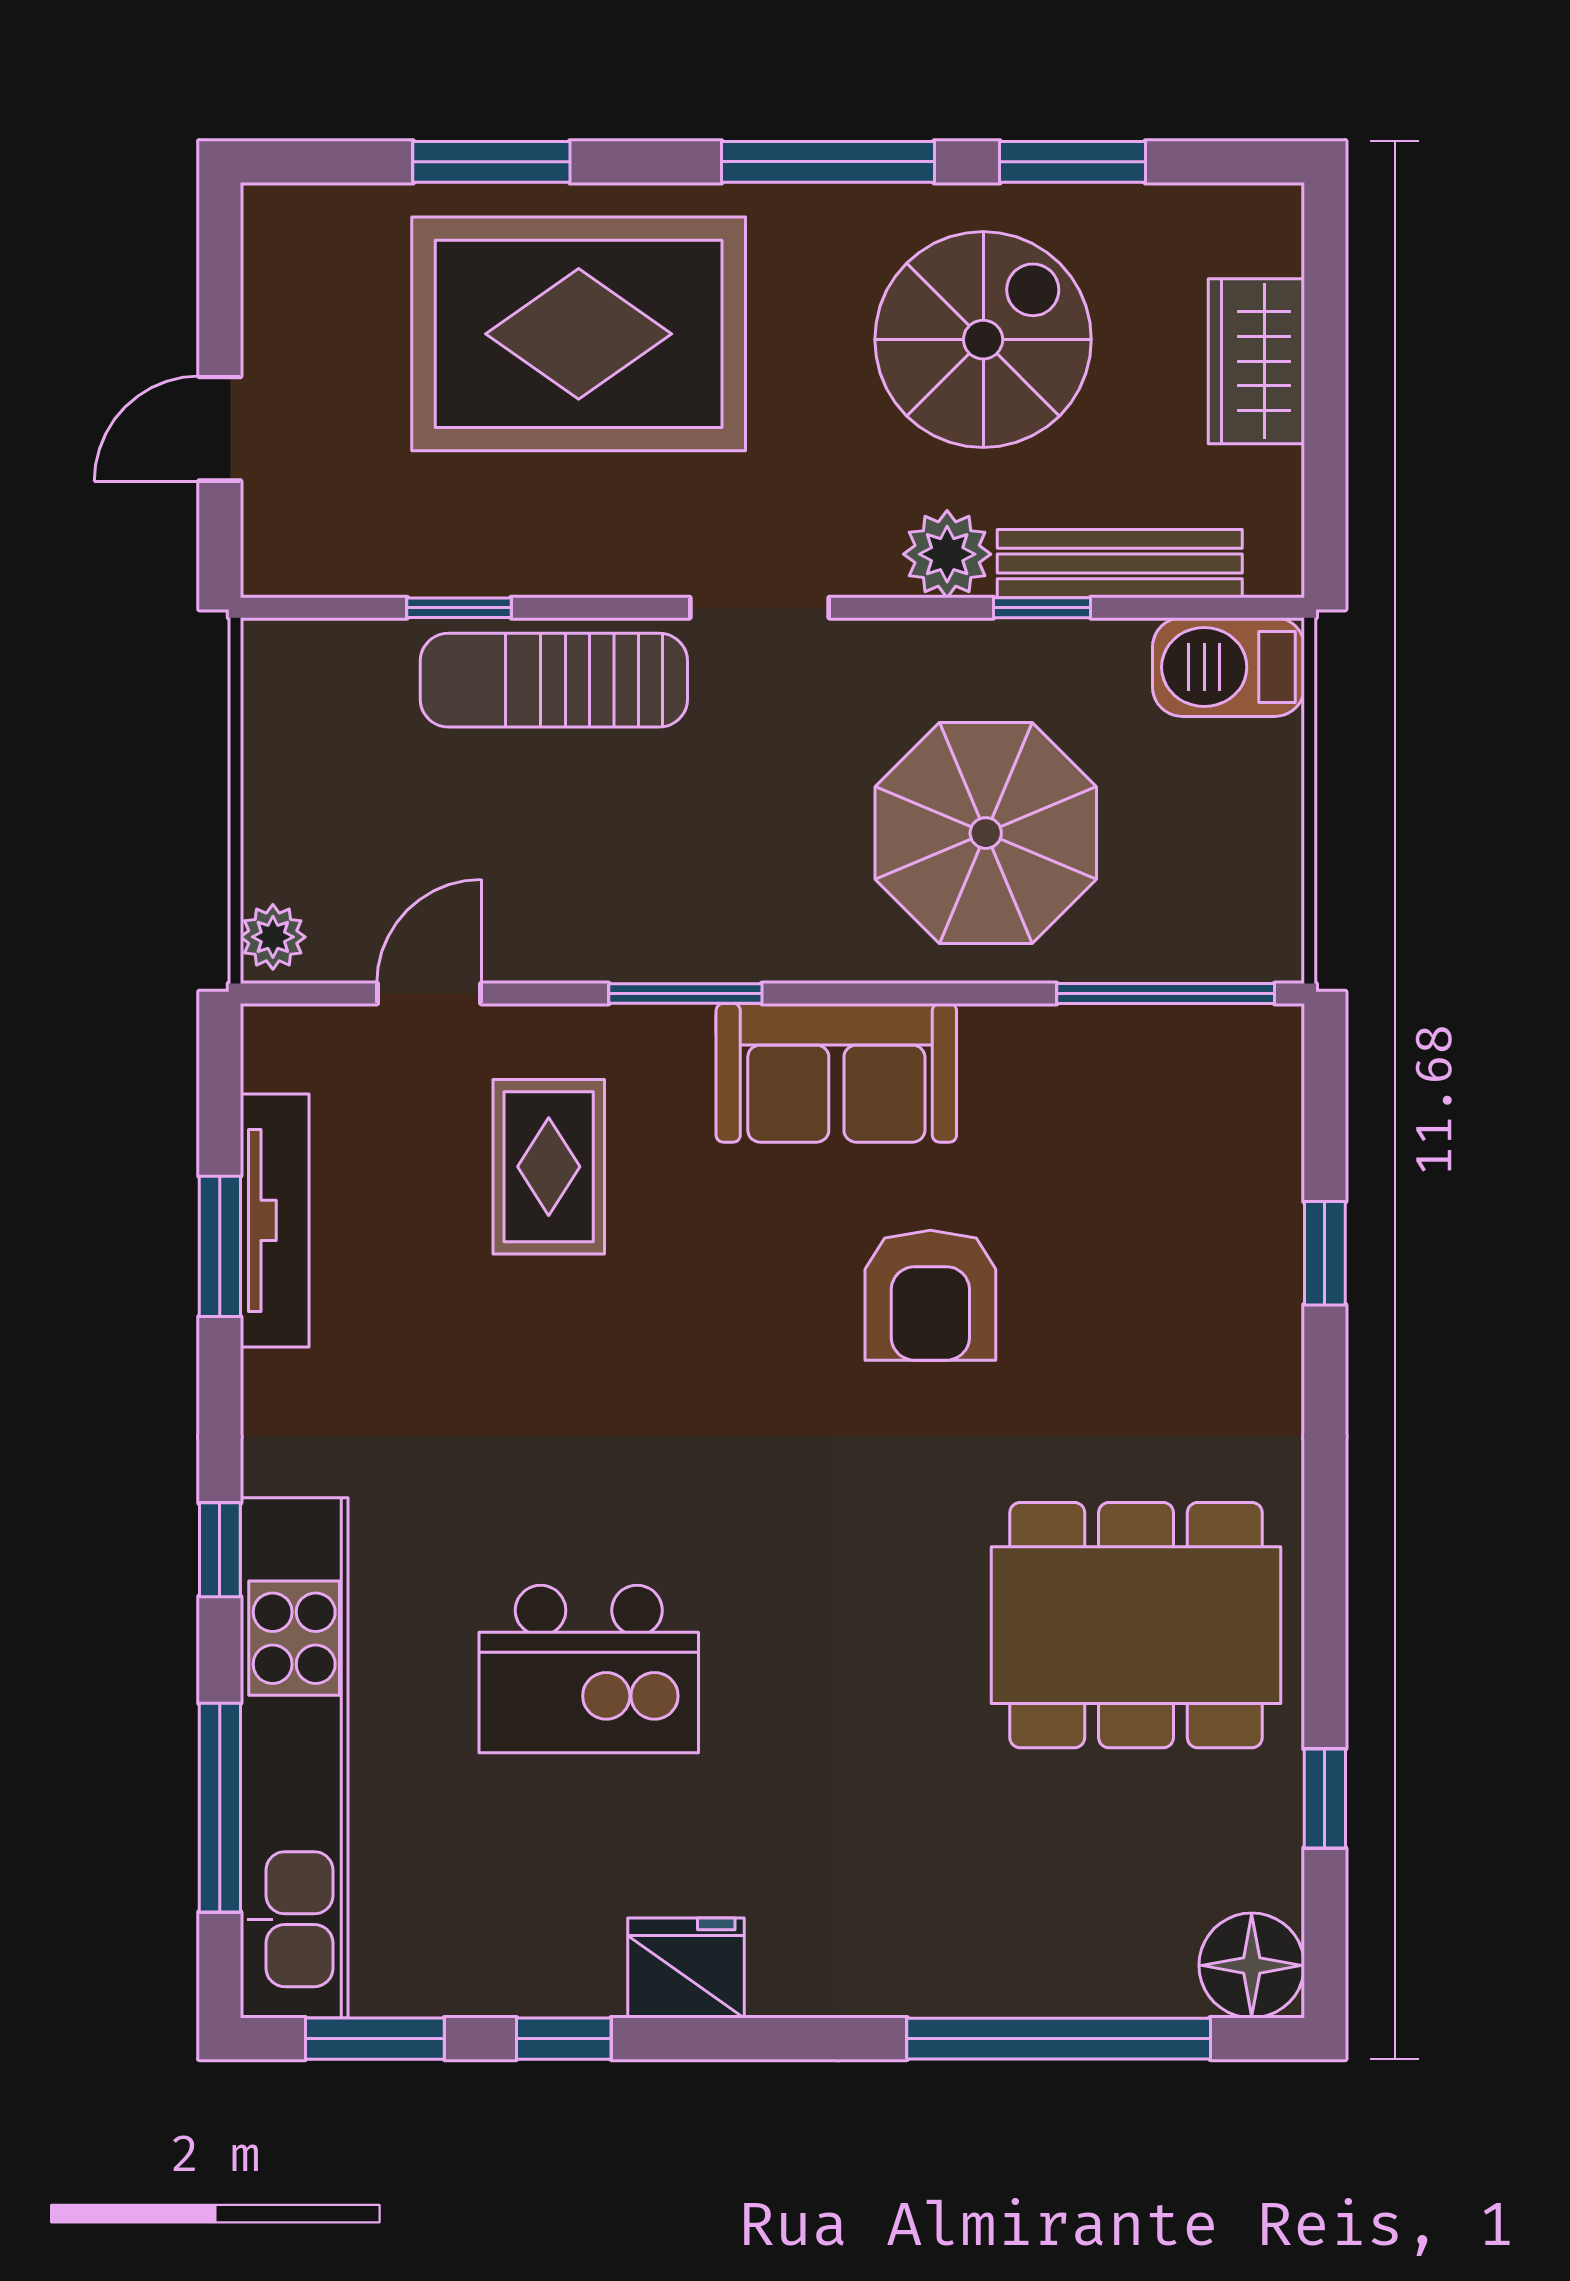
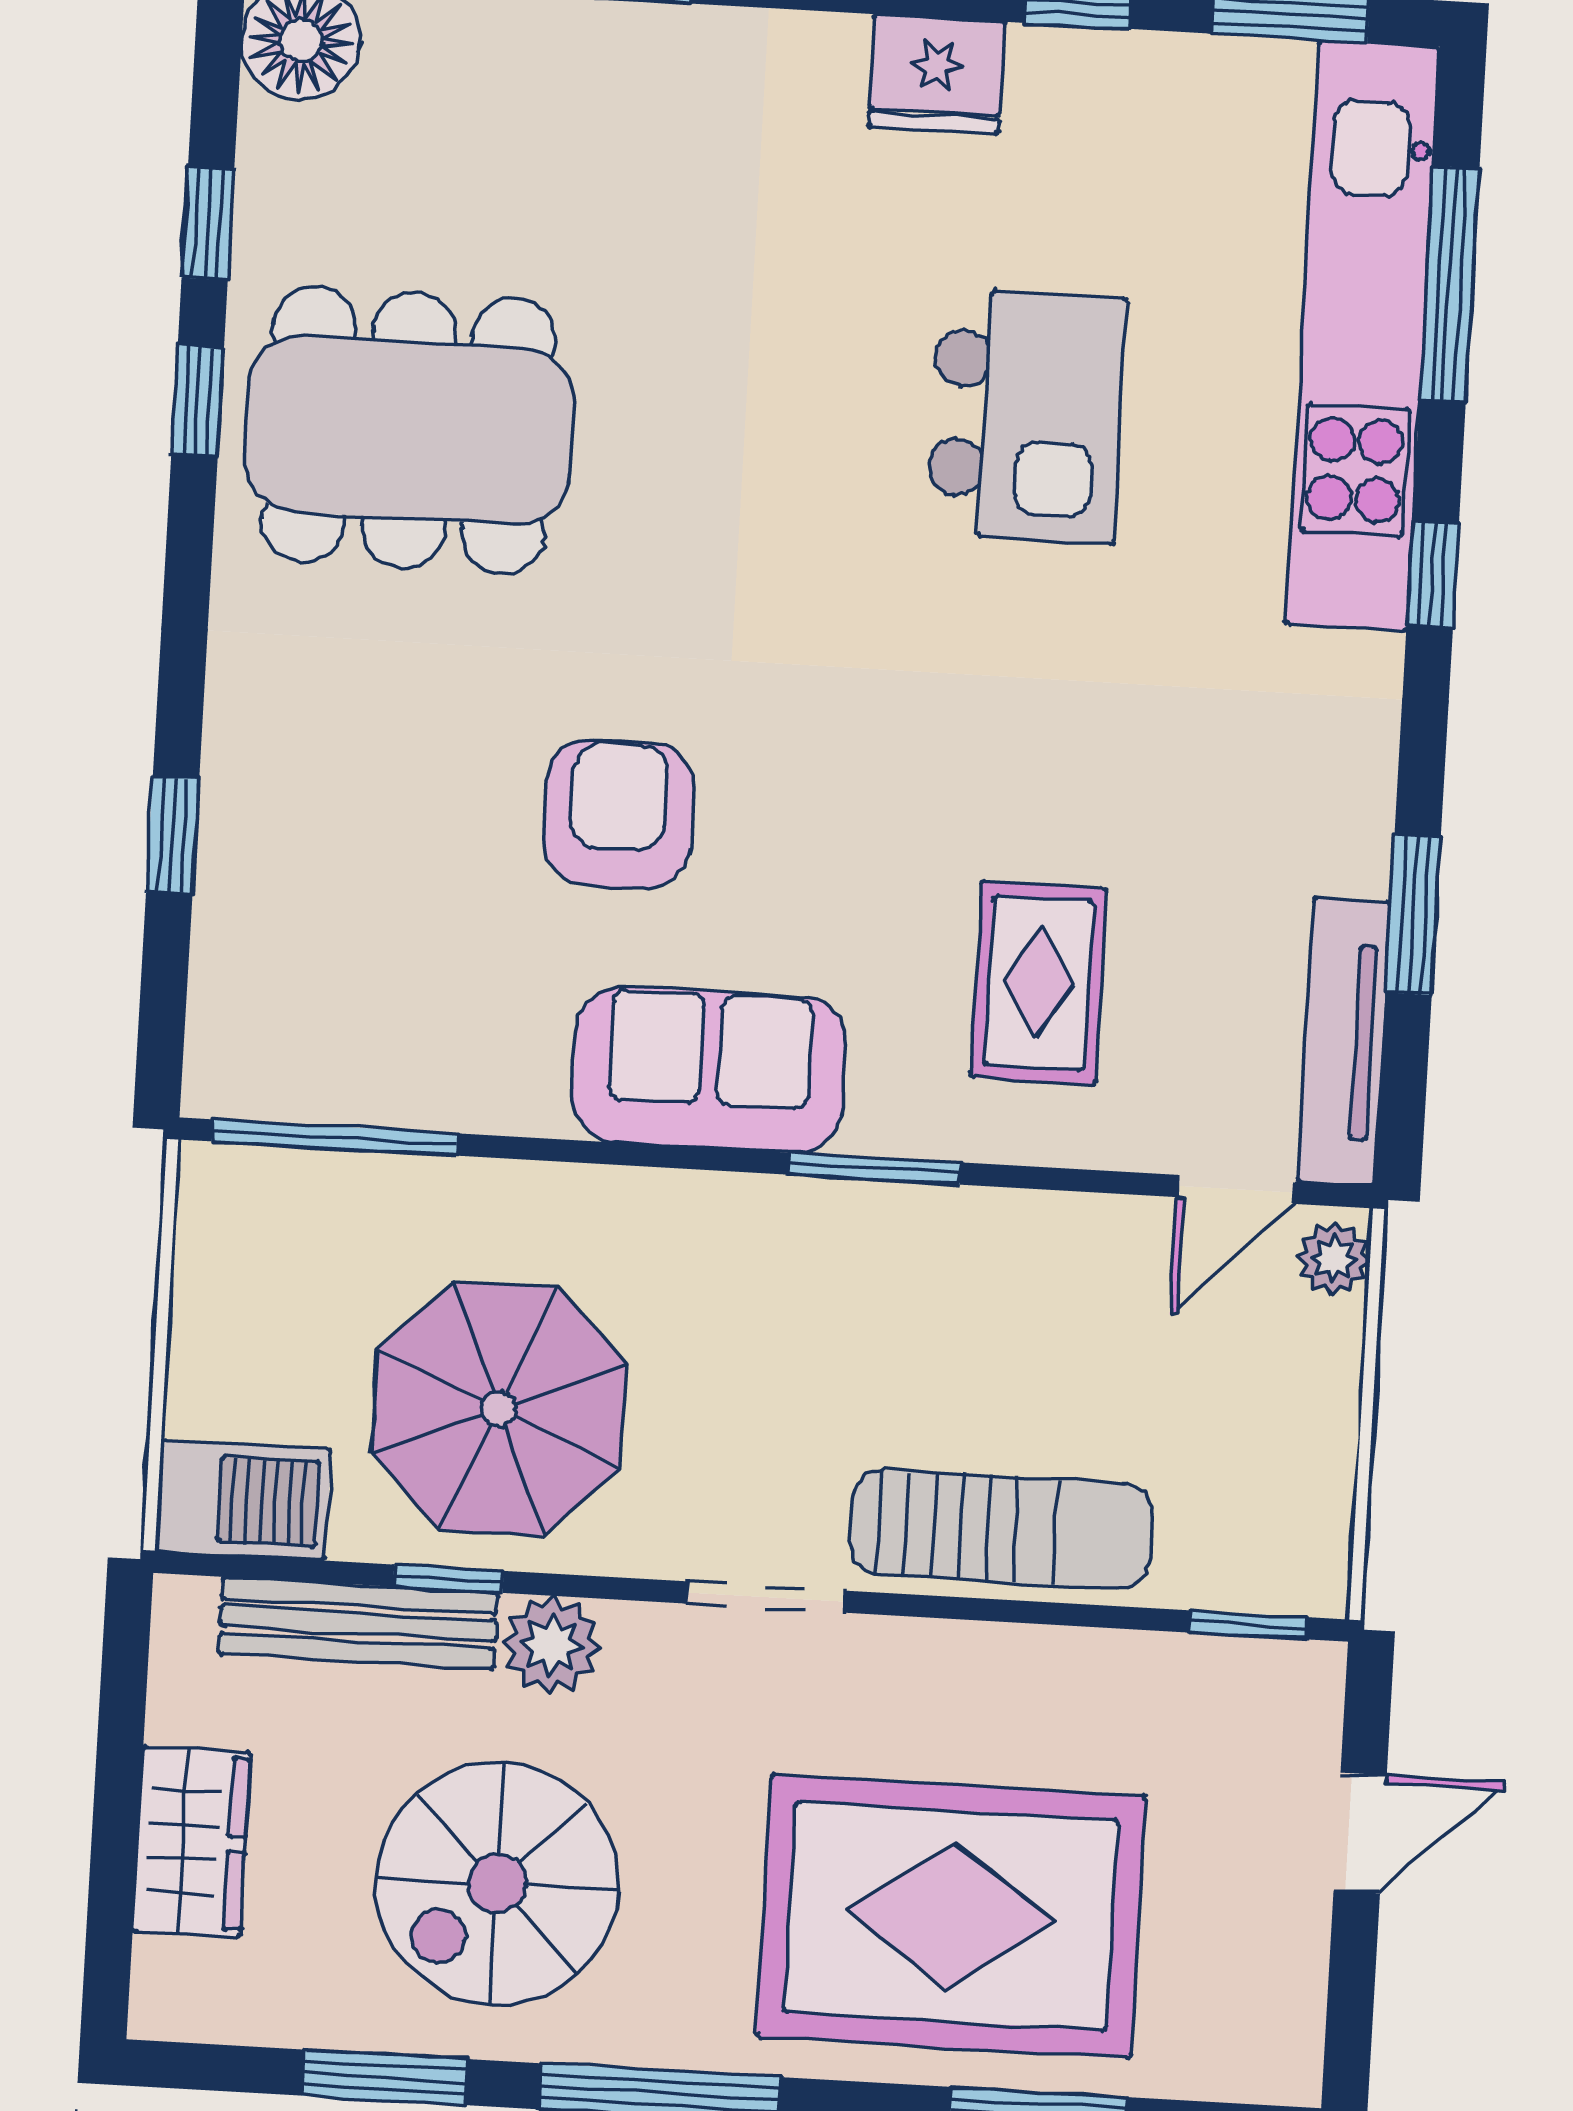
window: (459, 608) -> (1248, 1625), moved
parasol: (986, 833) -> (499, 1408), moved
door: (429, 994) -> (1236, 1189), moved
tv unit: (275, 1220) -> (1344, 1042), moved
window: (1325, 1640) -> (198, 401), added
kitchen island: (589, 1669) -> (1026, 416), turned 90

